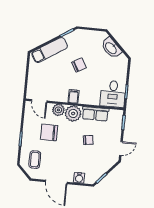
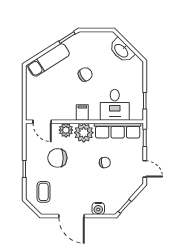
desk: (113, 94) -> (115, 105), moved
row of seats: (95, 114) -> (118, 131), width x1.48
door: (121, 149) -> (145, 169), hinge flipped

